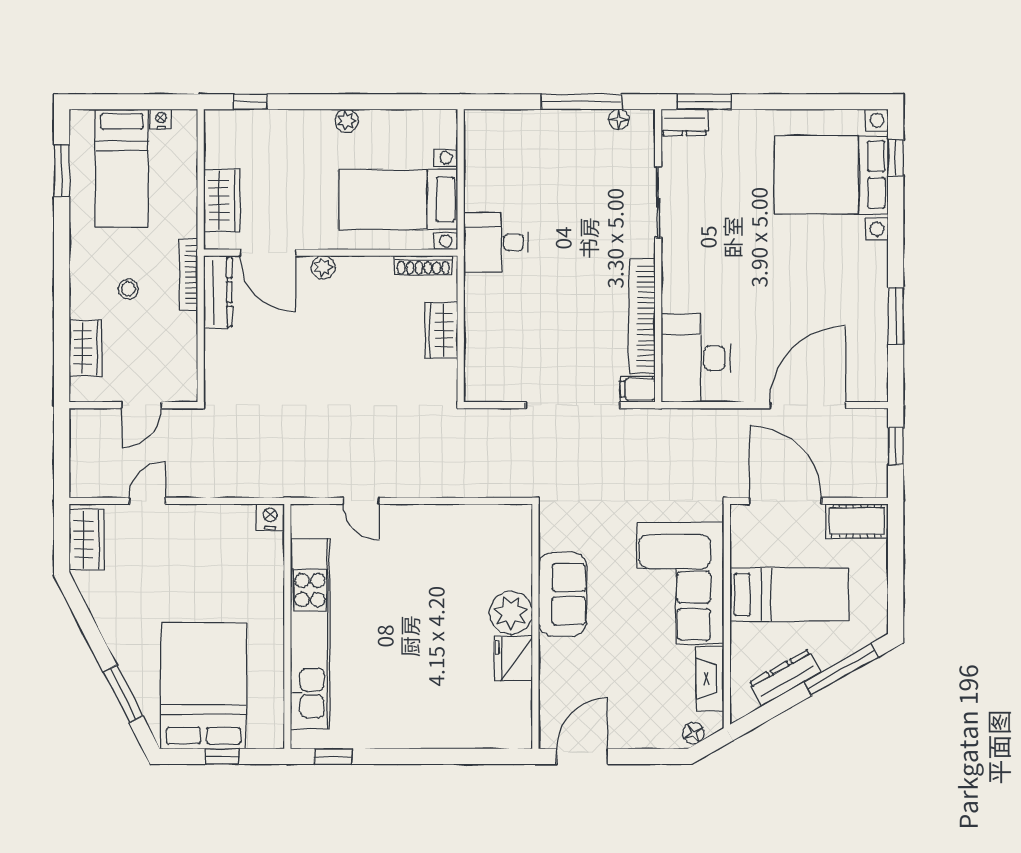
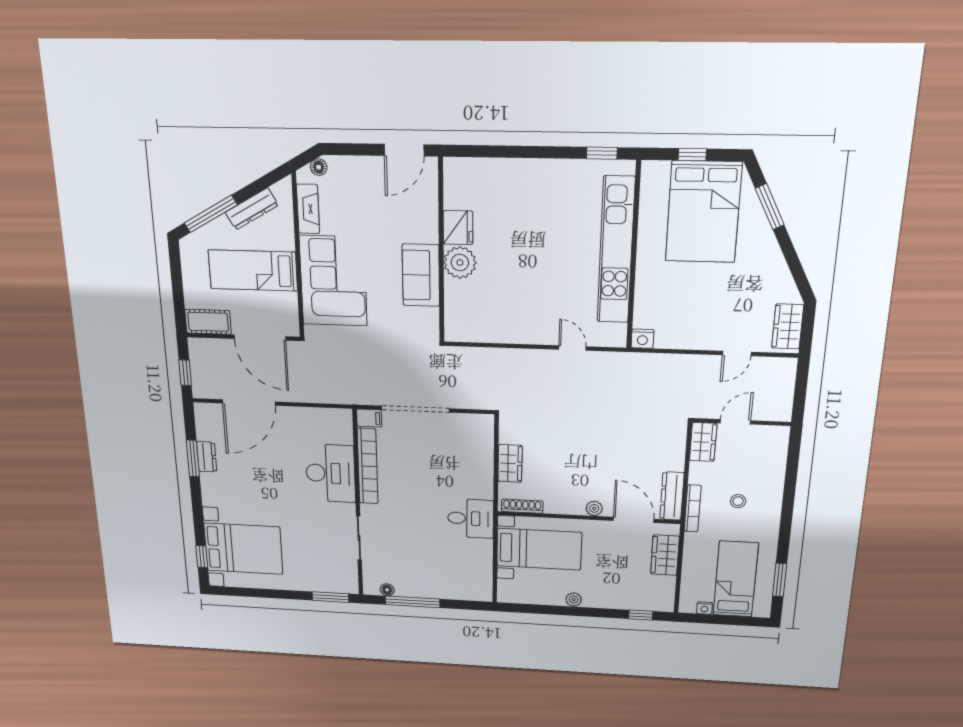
dresser: (684, 122) -> (207, 457), moved, turned 90
wardrobe: (85, 348) -> (703, 442), moved, turned 180
desk: (696, 358) -> (330, 473), moved

